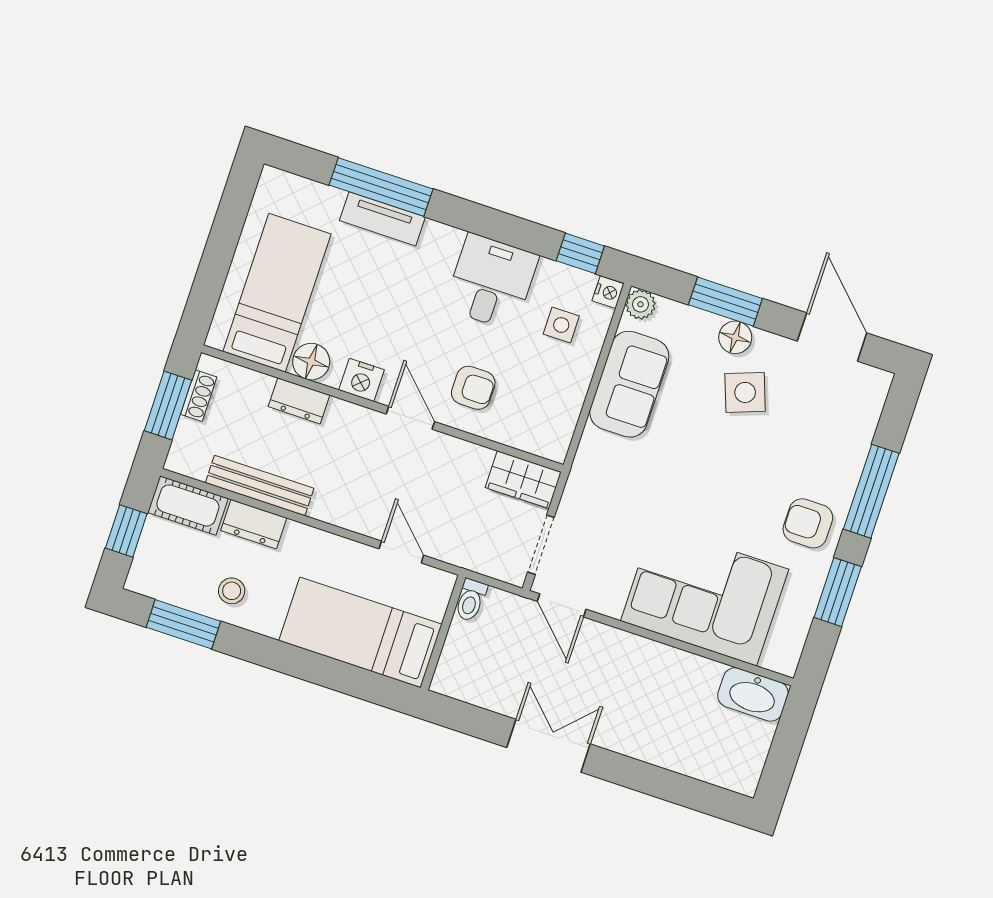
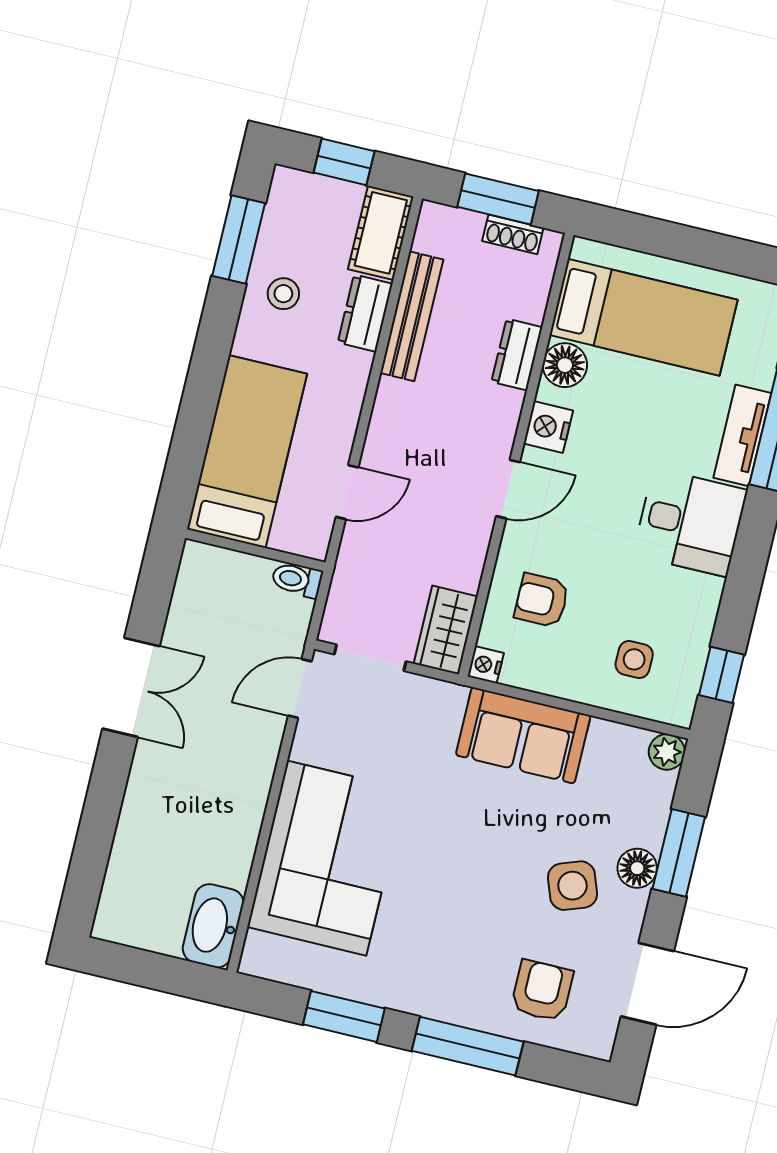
desk: (491, 282) -> (690, 522), moved
nightstand: (608, 292) -> (486, 665), moved, turned 90
sofa: (629, 384) -> (523, 735), moved
armchair: (473, 388) -> (542, 600), moved, turned 90
armchair: (808, 523) -> (542, 991), moved

